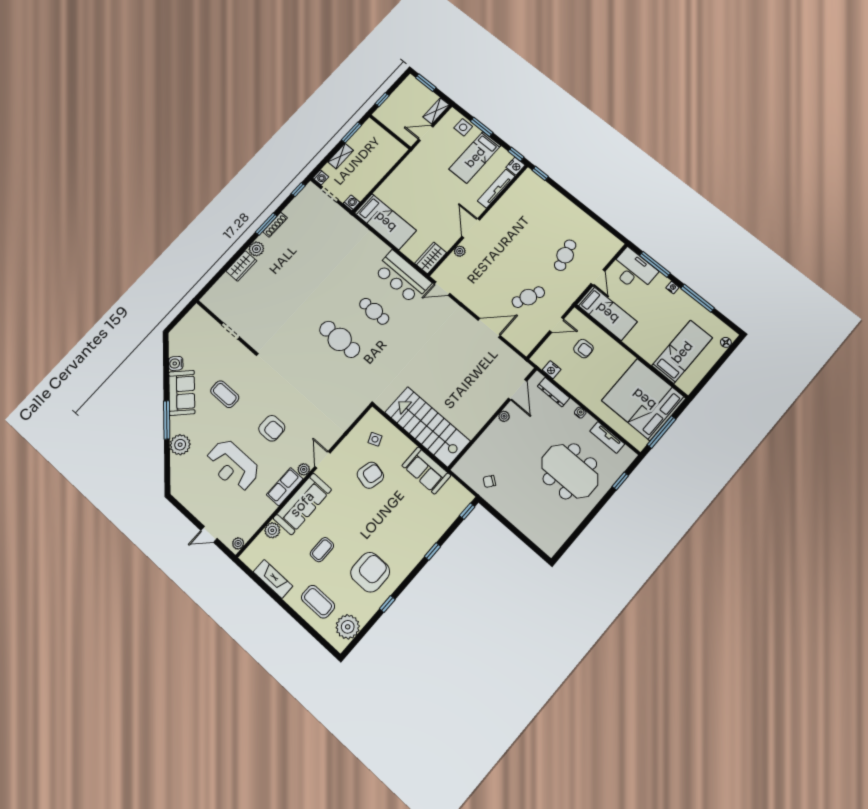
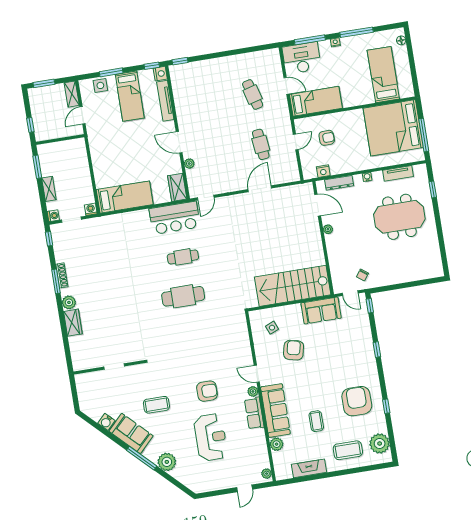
cafe table: (528, 297) -> (261, 144), turned -30
reception desk: (232, 465) -> (211, 437), turned -90
door: (463, 484) -> (350, 293), added

